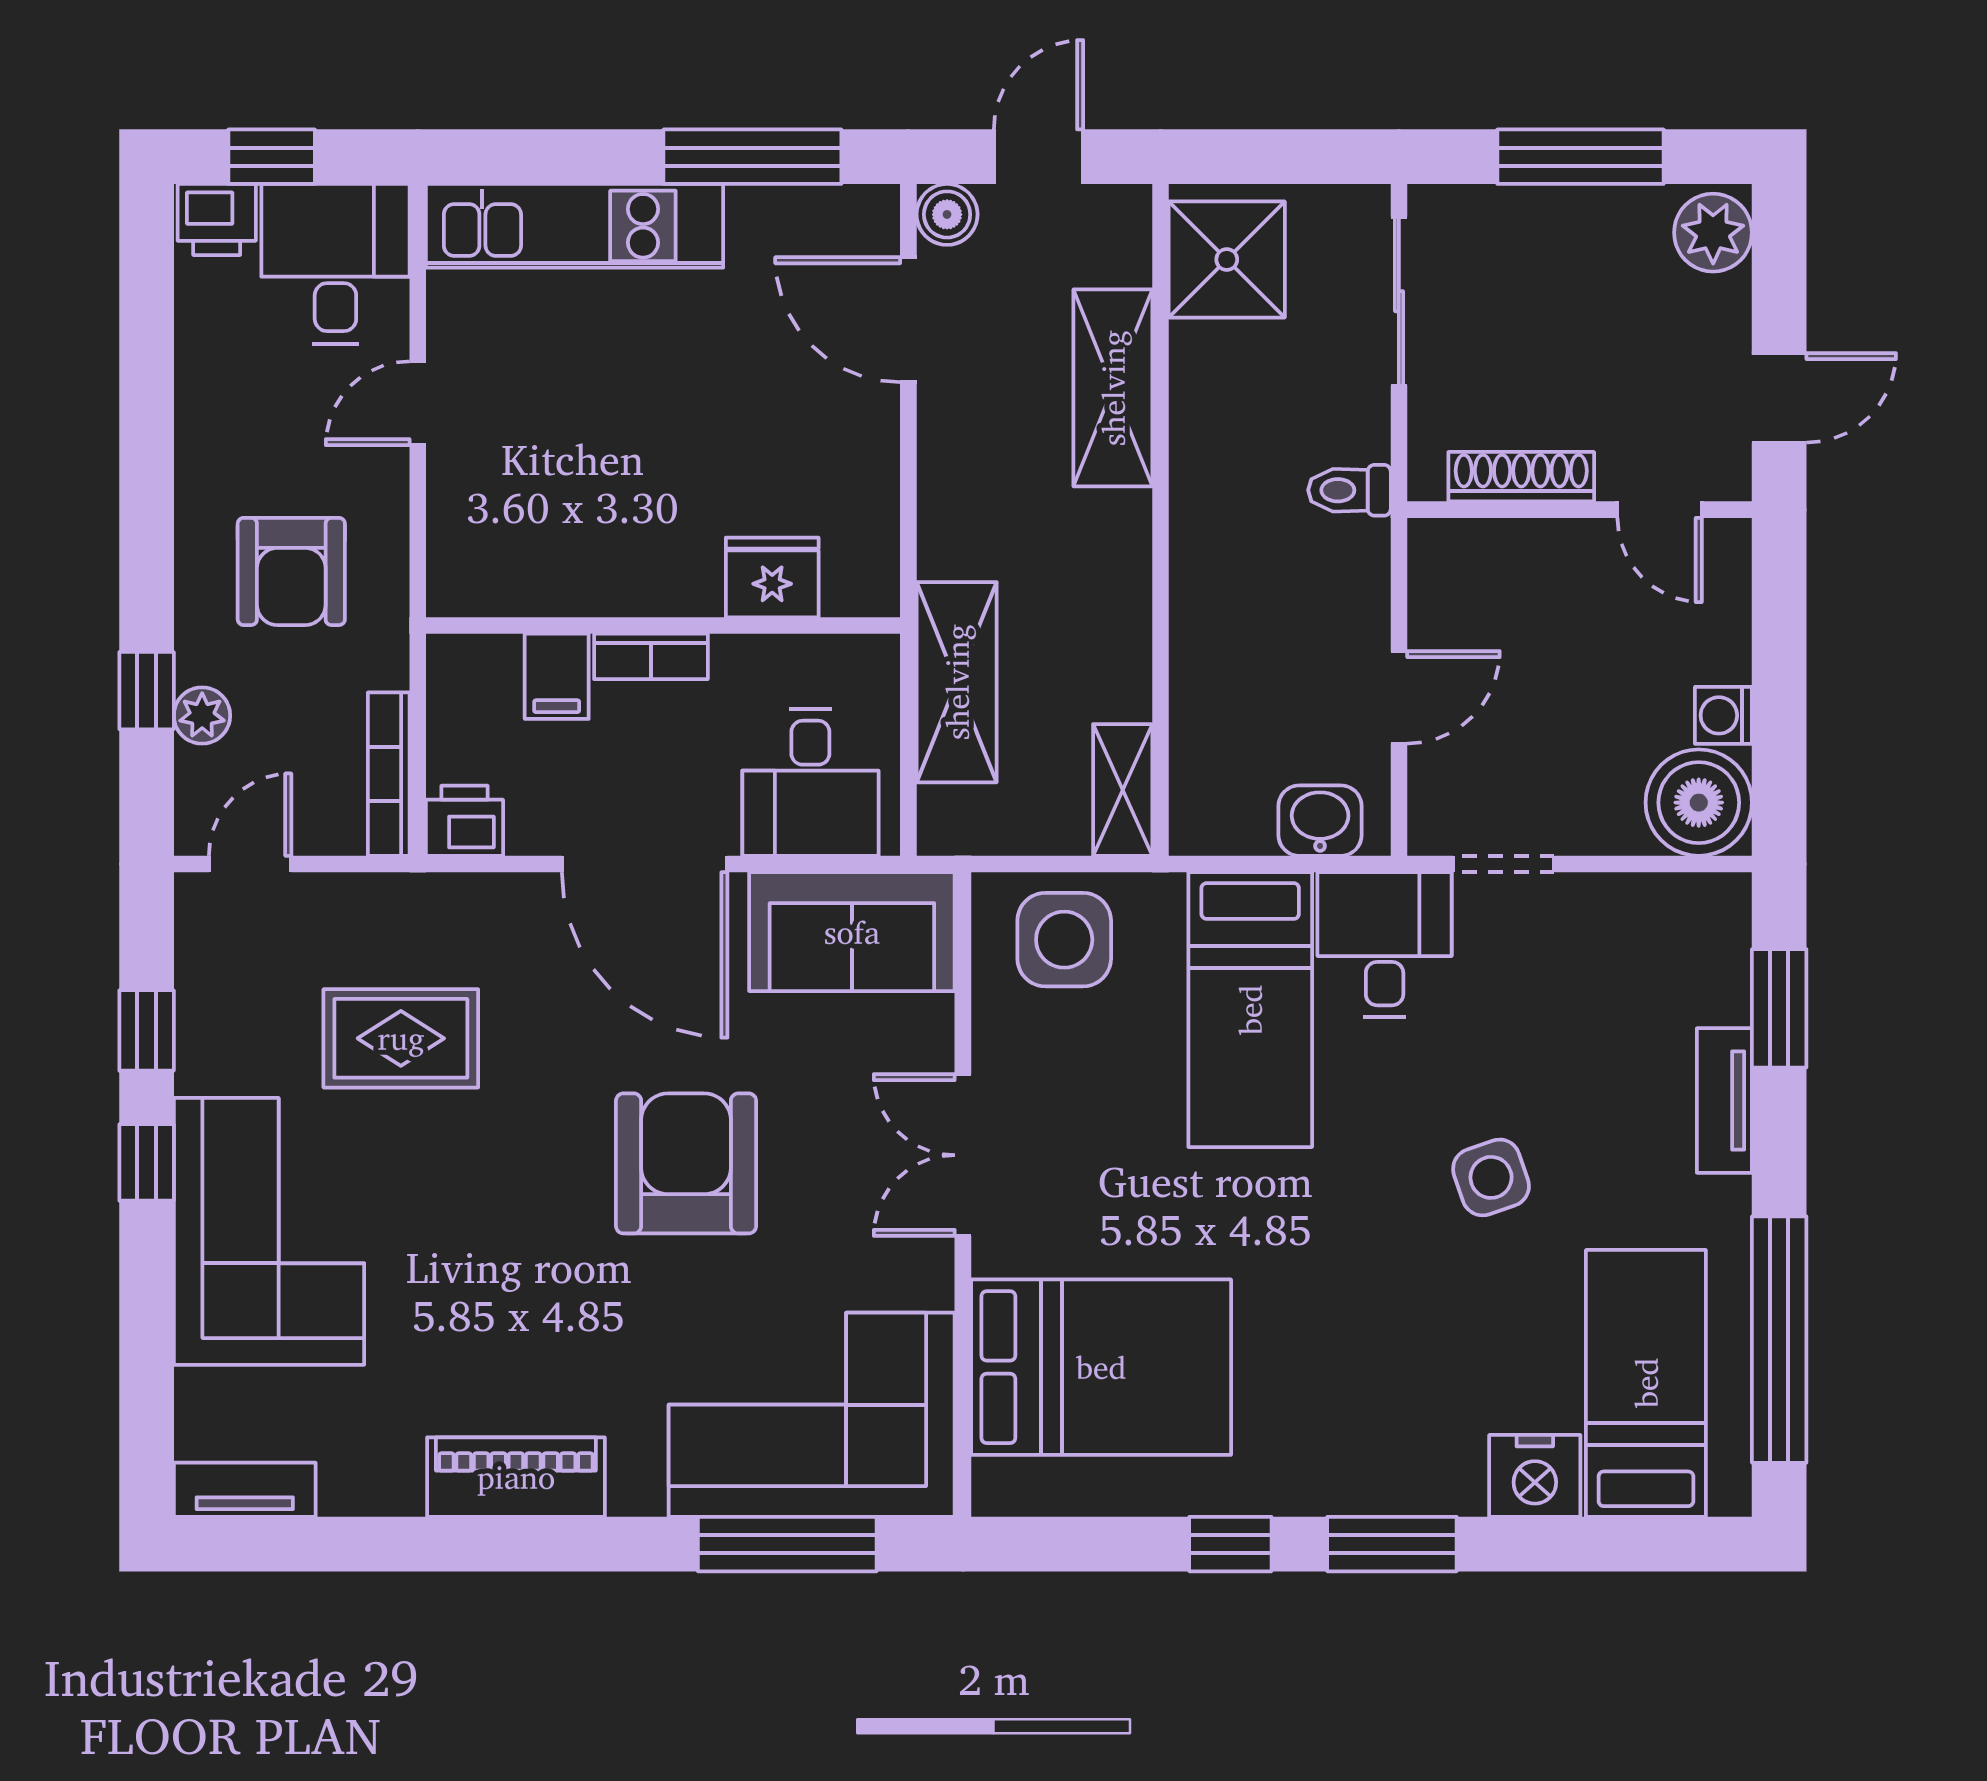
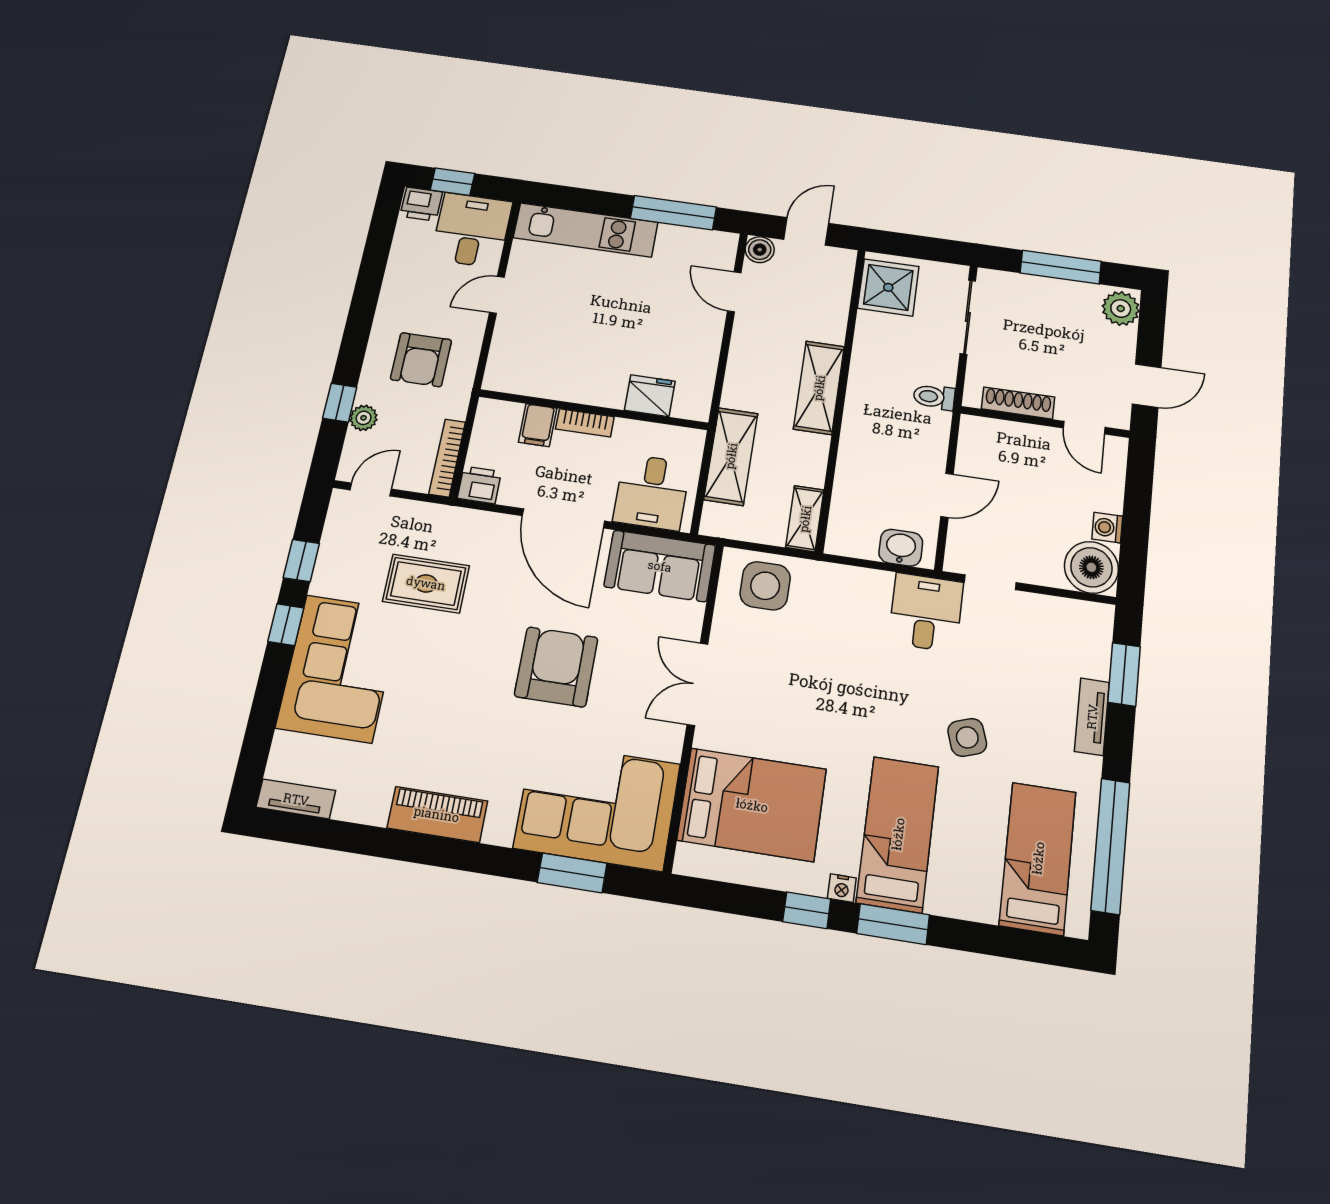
door: (908, 320) -> (734, 292), width x0.73
shelving: (1113, 388) -> (819, 388), moved
bed: (1250, 1010) -> (898, 834), moved, turned 180
nightstand: (1535, 1476) -> (842, 888), moved, width x0.53, depth x0.56
window: (787, 1544) -> (572, 873), width x0.69

